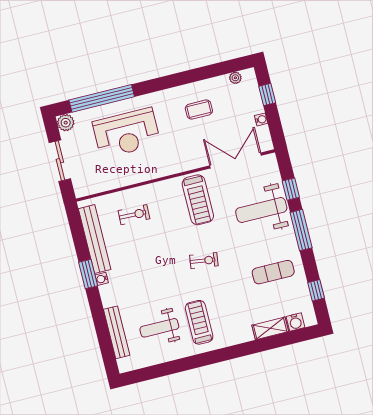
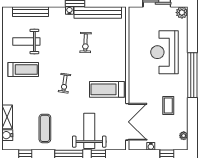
window: (102, 98) -> (192, 75), moved
exercise bike: (134, 215) -> (86, 43), moved
weight bench: (159, 328) -> (26, 41), turned -90

